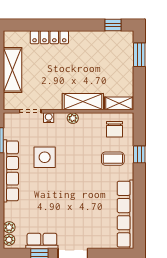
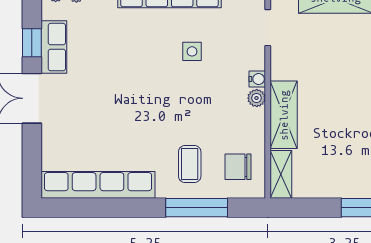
water cooler: (49, 118) -> (257, 79), moved
window: (139, 154) -> (197, 208), width x2.17
side table: (45, 157) -> (192, 51), width x0.54, depth x0.54

